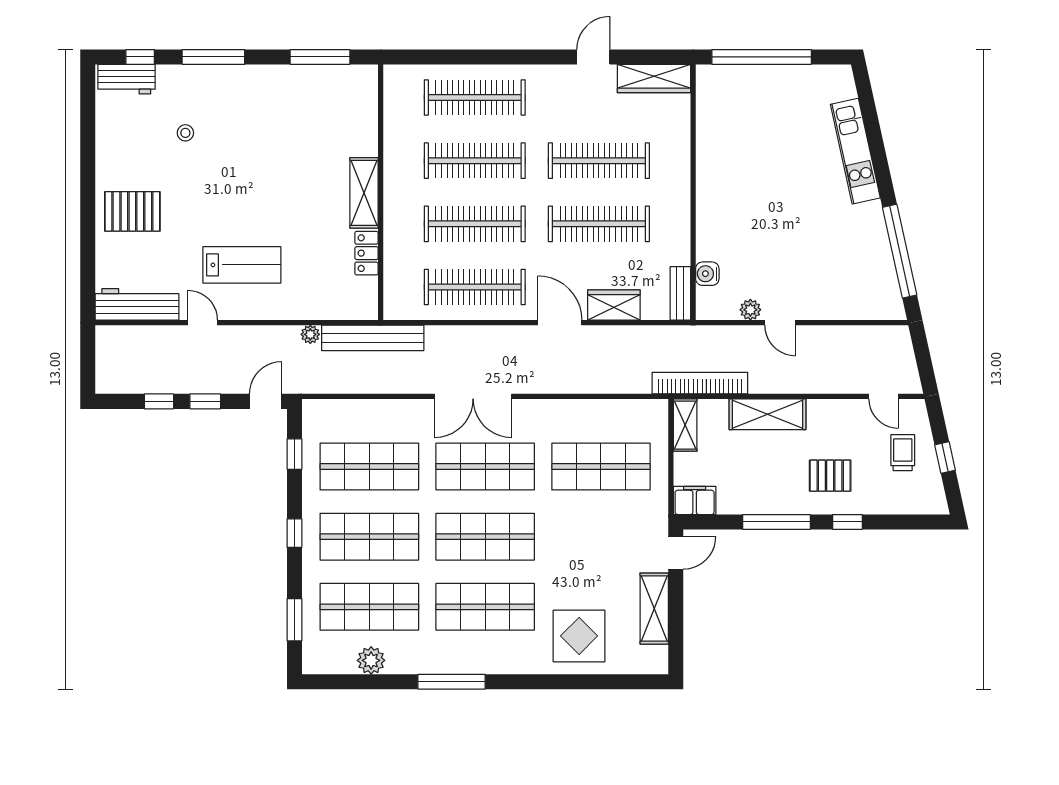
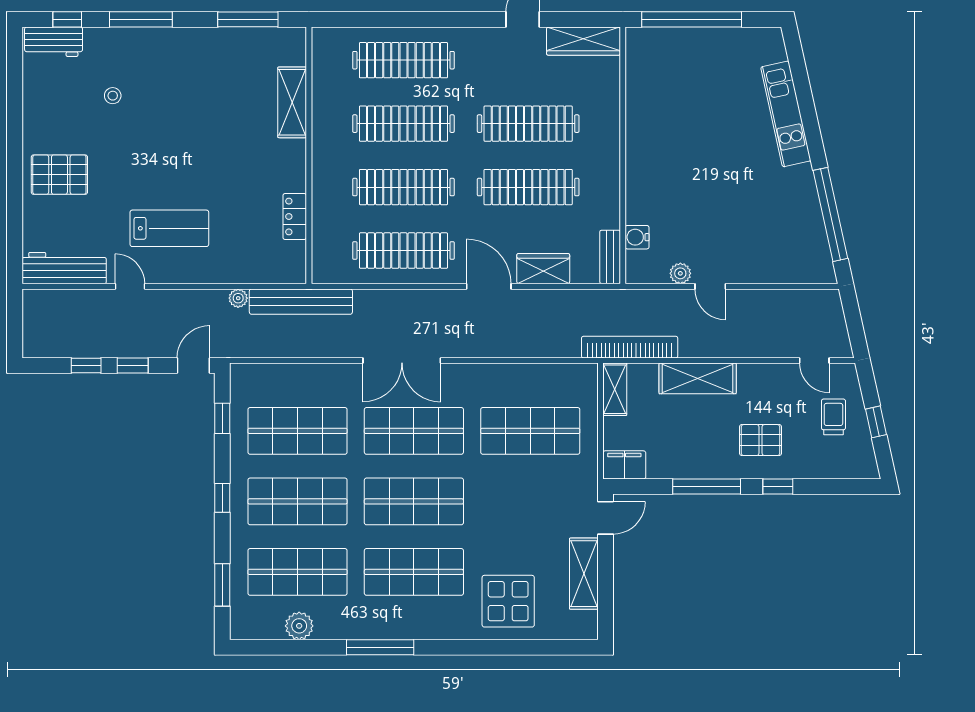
shelving: (364, 193) -> (292, 102), moved

